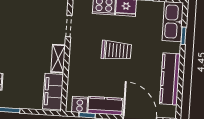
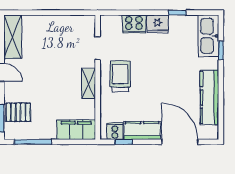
trolley: (116, 50) -> (120, 76), moved, turned -91
filing cabinet: (53, 92) -> (76, 130), moved, turned 90

